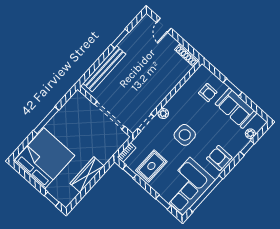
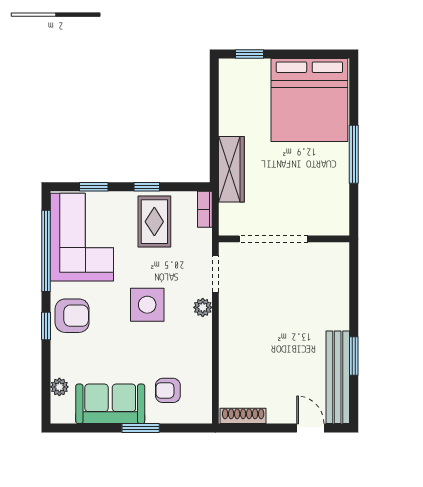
bench: (104, 69) -> (338, 377), moved
window: (247, 148) -> (46, 326), moved
window: (130, 172) -> (147, 187), moved
wardrobe: (87, 175) -> (231, 169), moved

